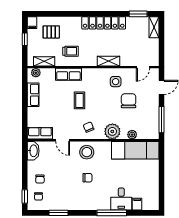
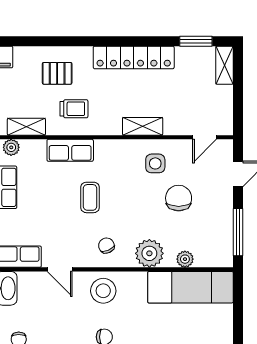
pallet: (51, 32) -> (57, 73), moved

